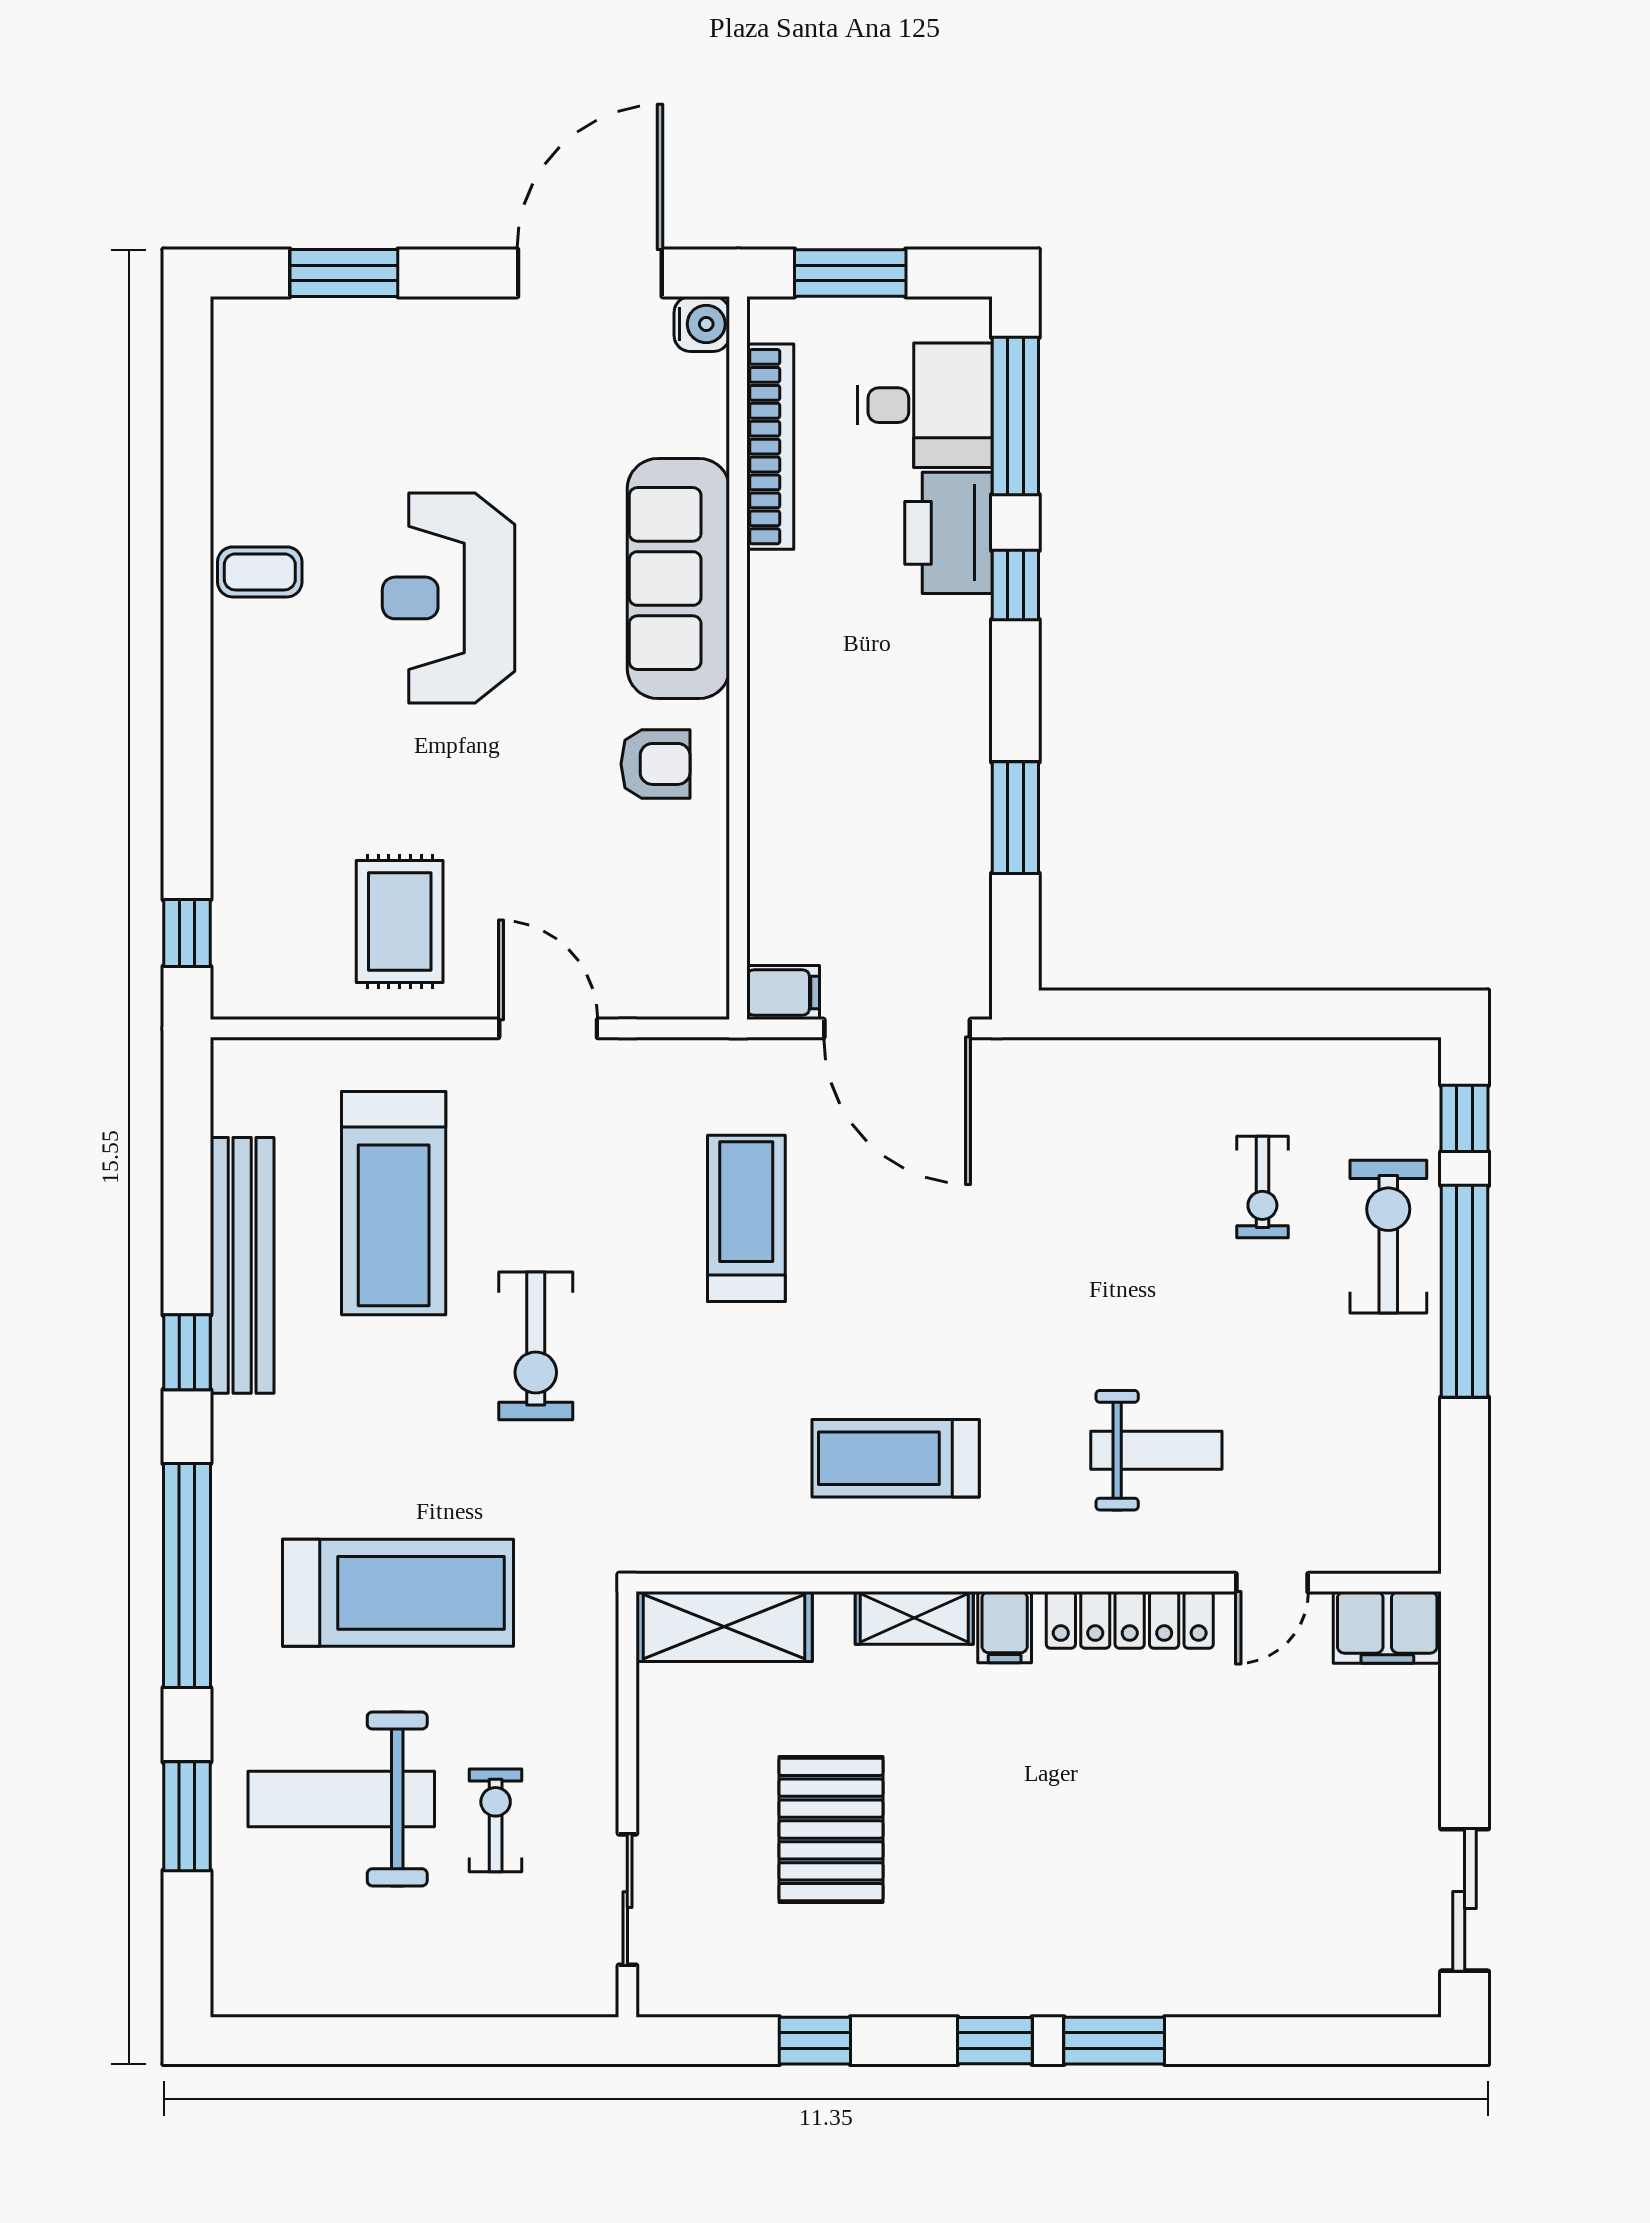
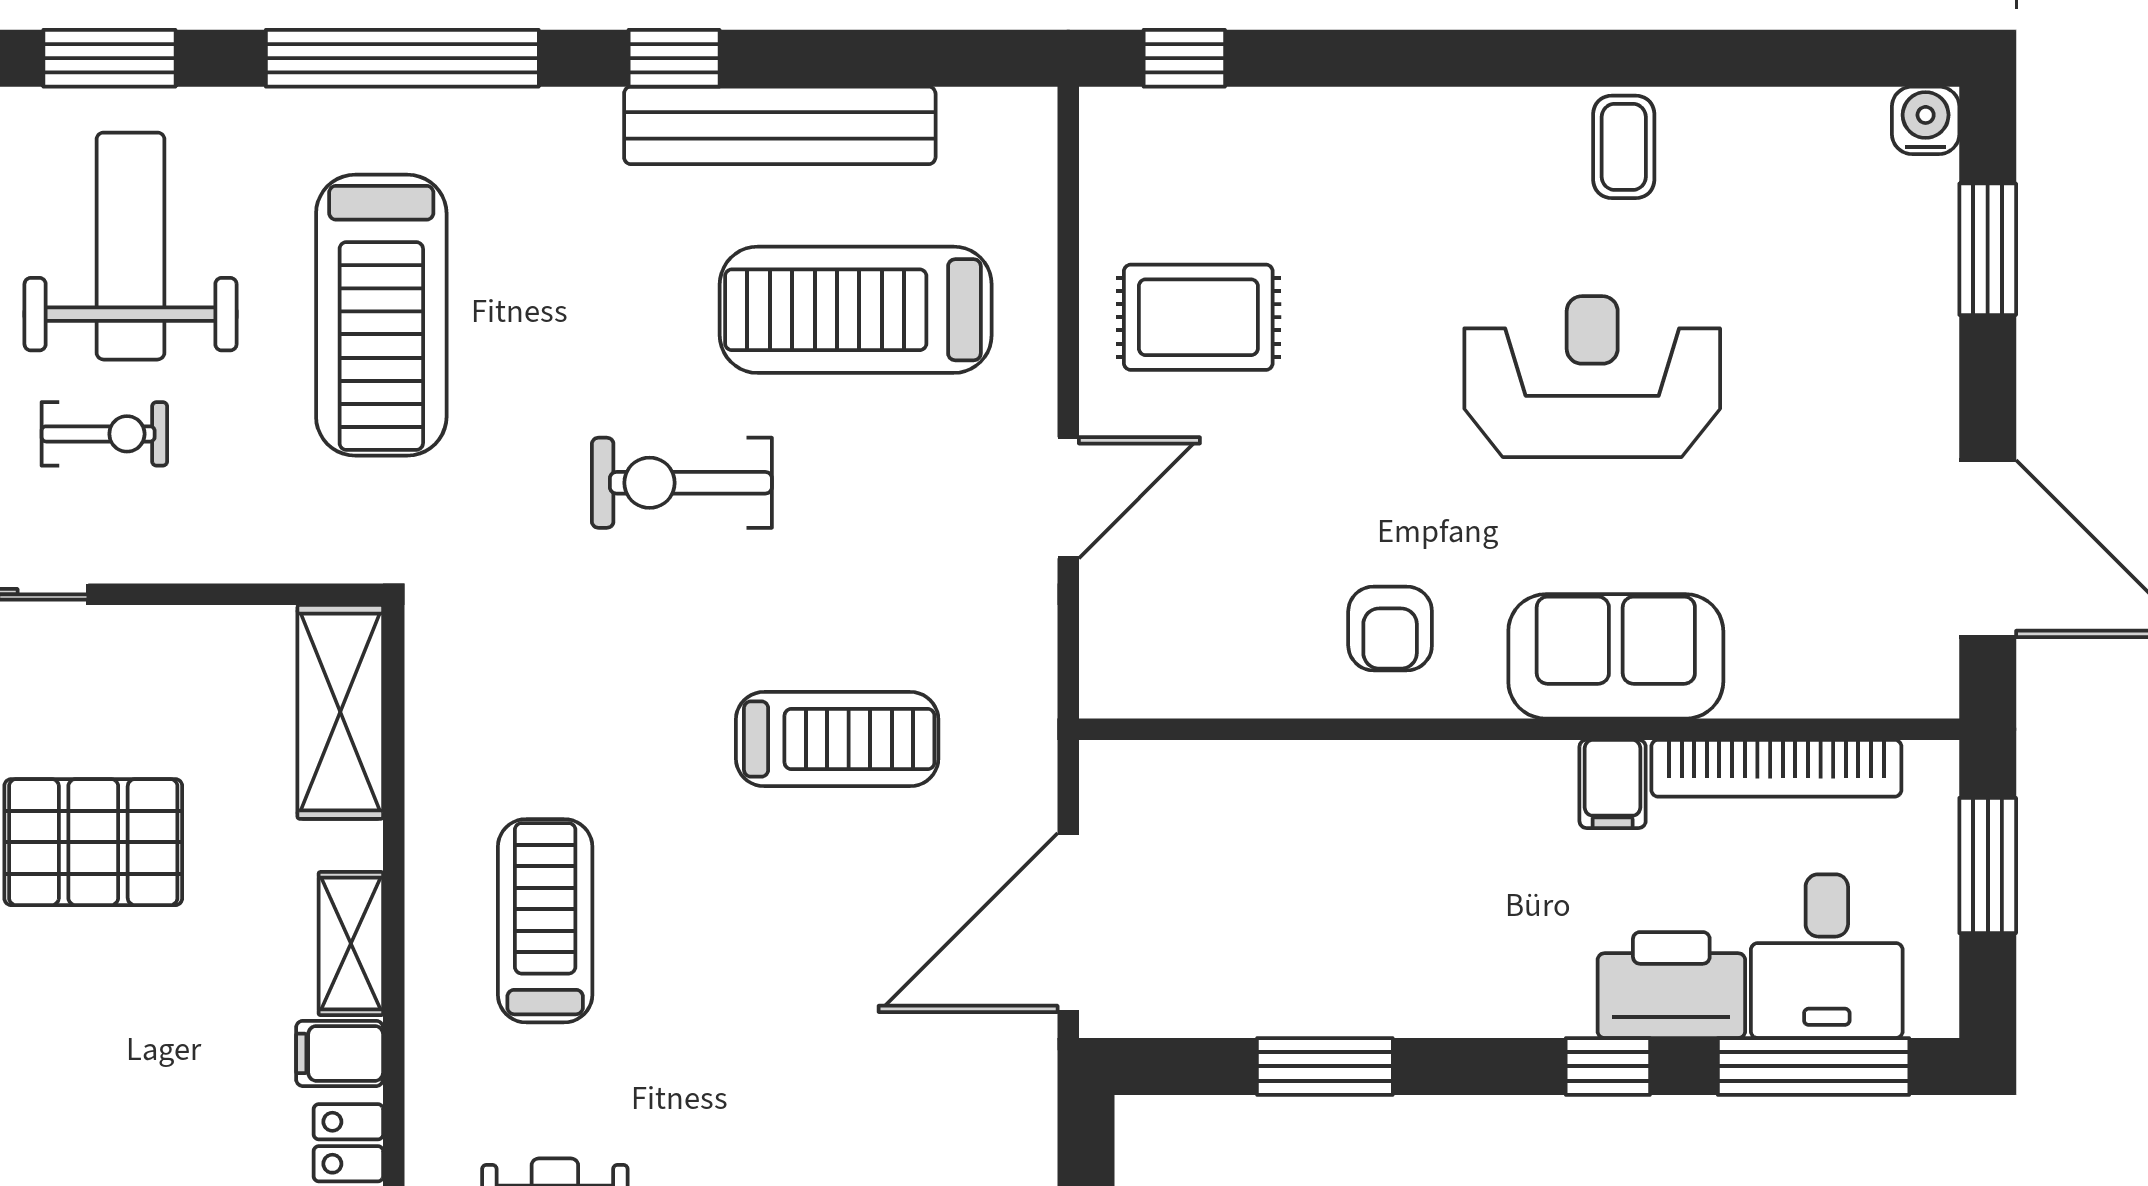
water cooler: (702, 324) -> (1926, 120), moved, turned 180
sofa: (678, 579) -> (1616, 656), width x0.73
filing cabinet: (783, 992) -> (1613, 784), moved

